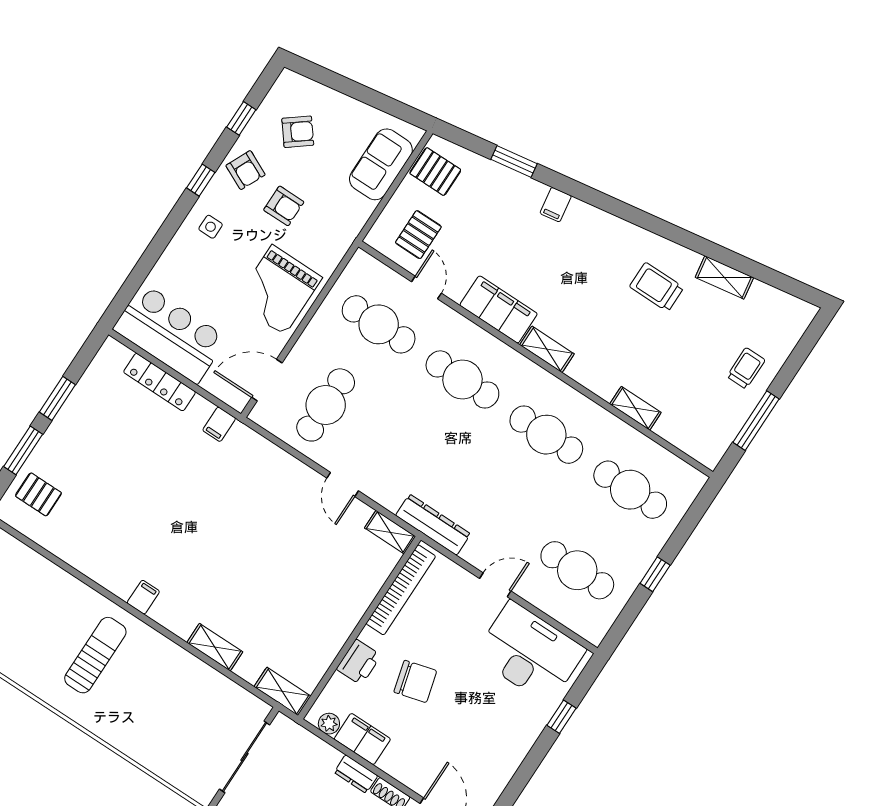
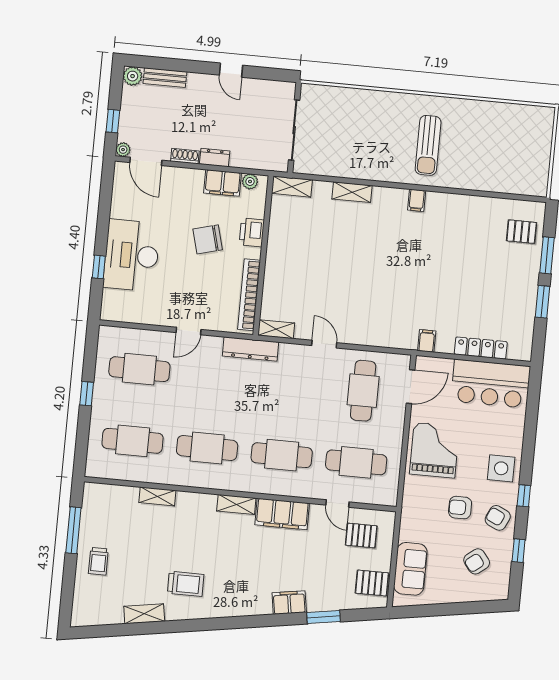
filing cabinet: (556, 205) -> (289, 603), width x2.00
side table: (211, 227) -> (501, 468), width x1.87, depth x1.87
pallet: (418, 235) -> (361, 535), turned 90
desk: (530, 653) -> (132, 255), moved, turned 90

